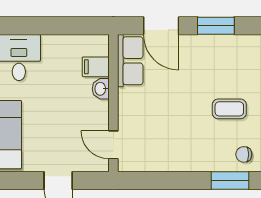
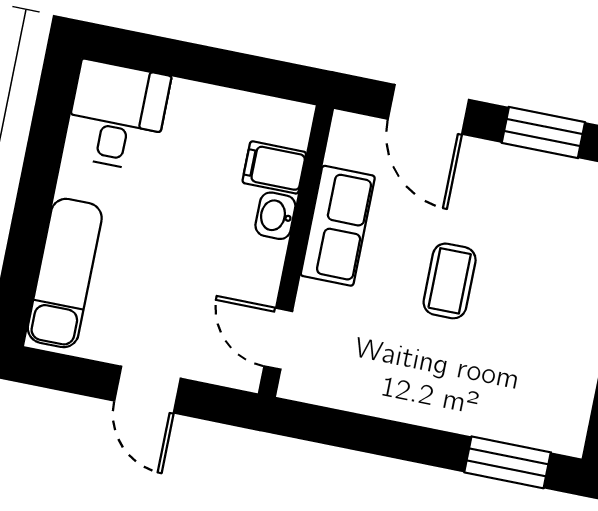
row of seats: (130, 61) -> (338, 226), moved
coffee table: (229, 109) -> (450, 281), moved, turned 90
chair: (244, 154) -> (548, 414), removed

